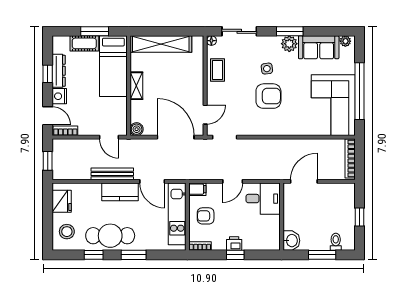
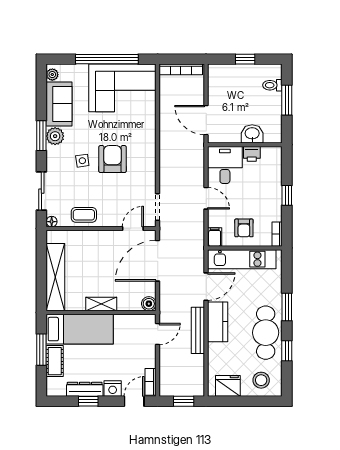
door: (205, 115) -> (133, 229), hinge flipped
washbasin: (291, 241) -> (252, 134), moved
printer: (234, 244) -> (252, 154), moved, turned -90

